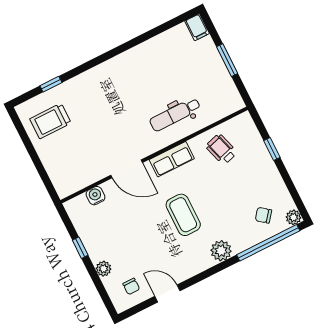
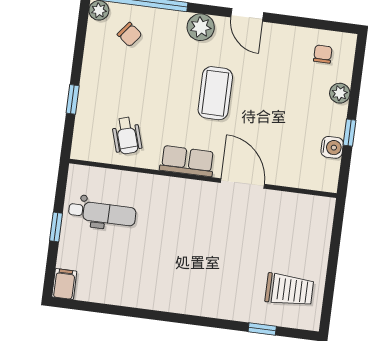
window: (227, 60) -> (56, 227), width x0.67
dental chair: (175, 114) -> (102, 213), moved
water cooler: (95, 196) -> (332, 147), moved, turned -90
door: (167, 293) -> (247, 15), moved

